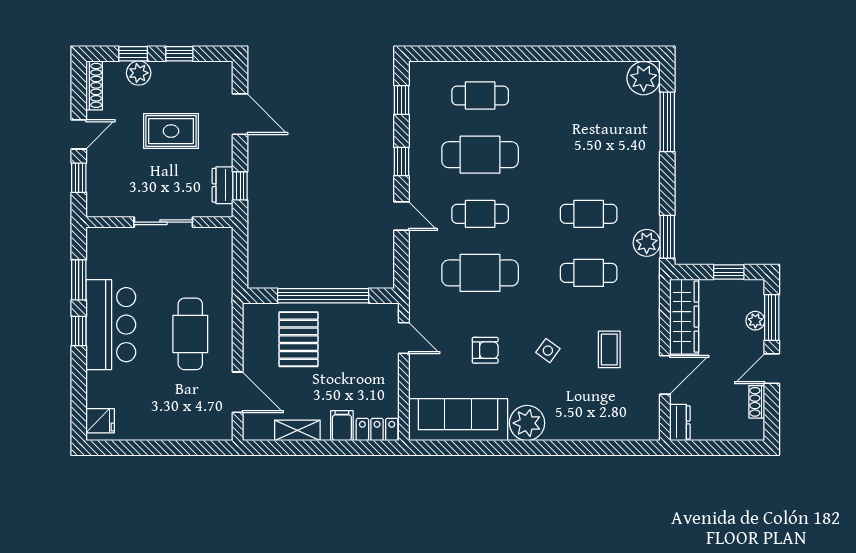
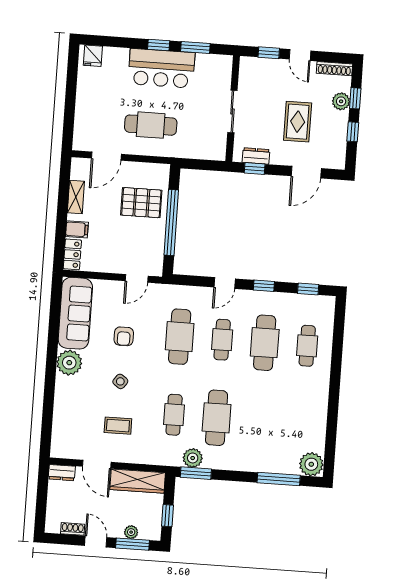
cafe table: (589, 214) -> (217, 418), width x1.37, depth x1.35

